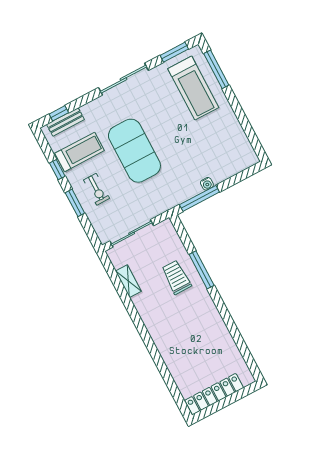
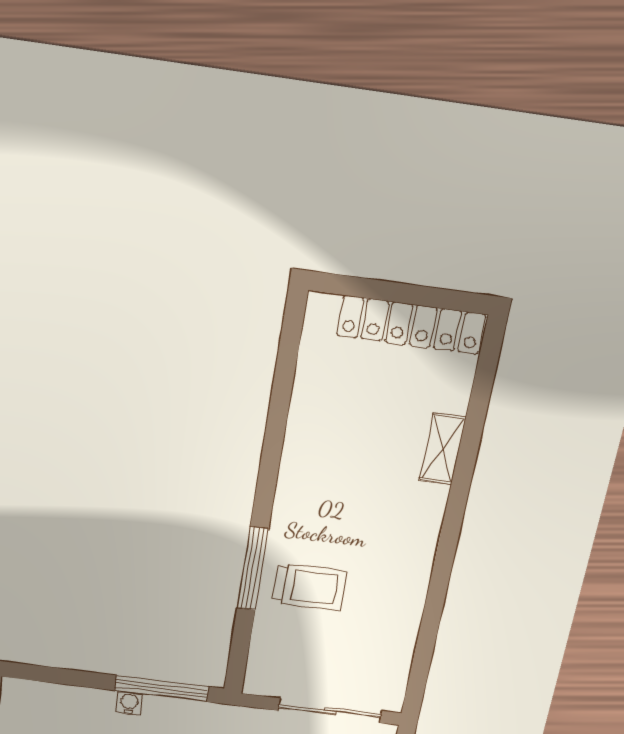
trolley: (176, 277) -> (310, 587), turned -90
shelving: (128, 281) -> (443, 449), moved

